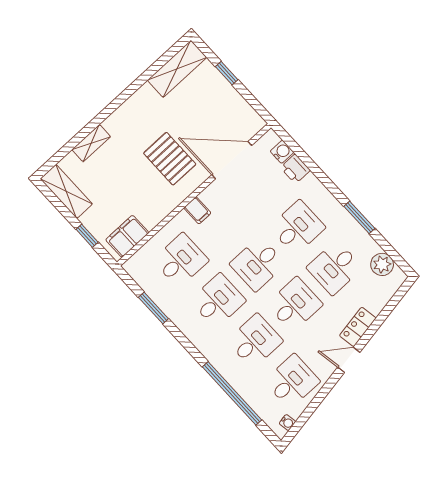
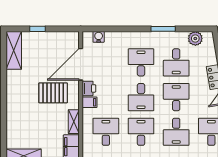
shelving: (91, 143) -> (74, 122), moved
printer: (295, 169) -> (89, 88), moved, turned -90
desk: (255, 341) -> (176, 132), turned 180

